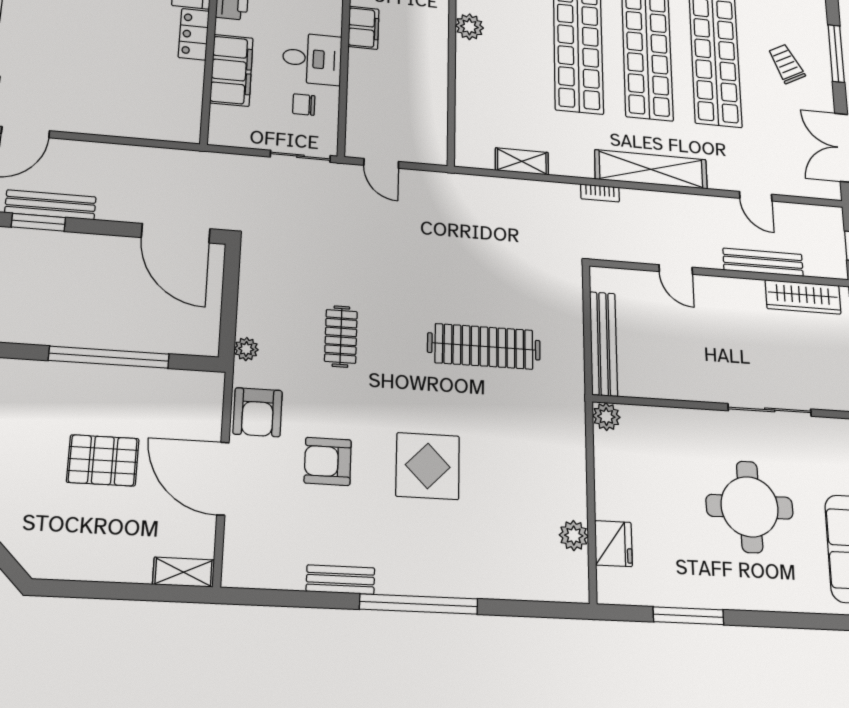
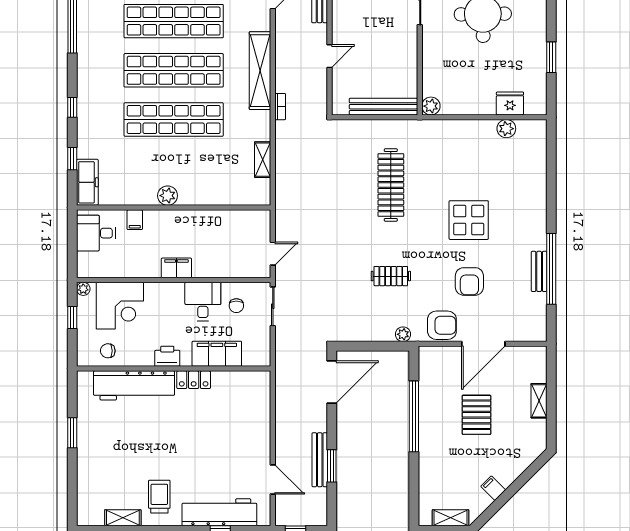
shelving: (184, 572) -> (539, 401), moved
window: (419, 604) -> (551, 269), moved
window: (688, 616) -> (551, 57), width x0.69

